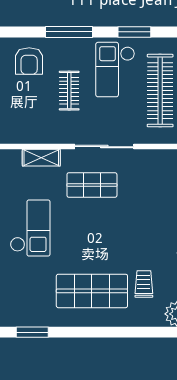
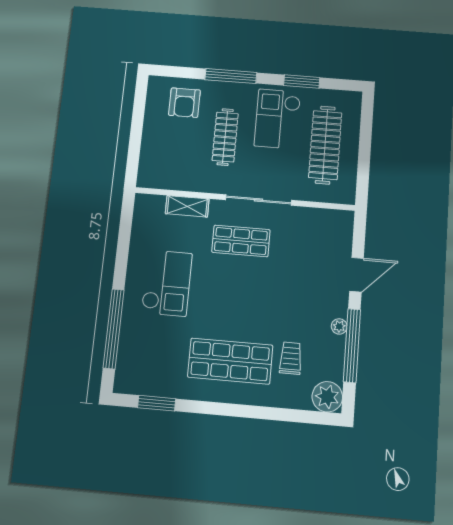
clothes rail: (69, 91) -> (225, 137), width x1.36

